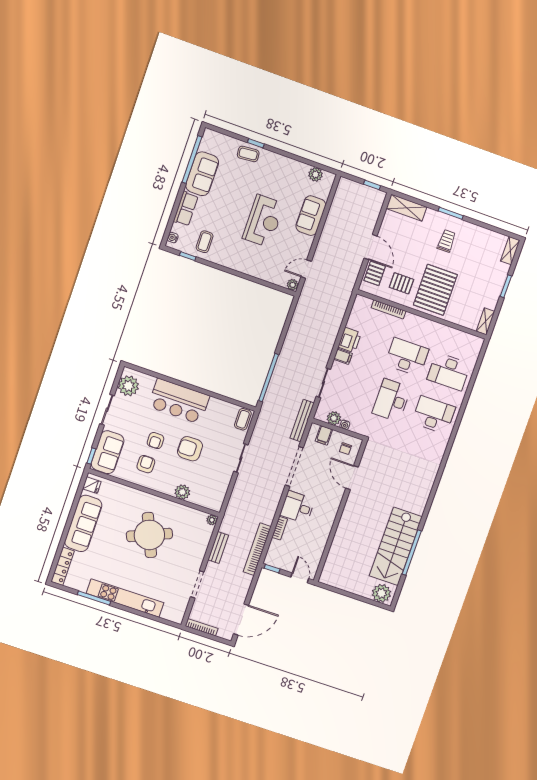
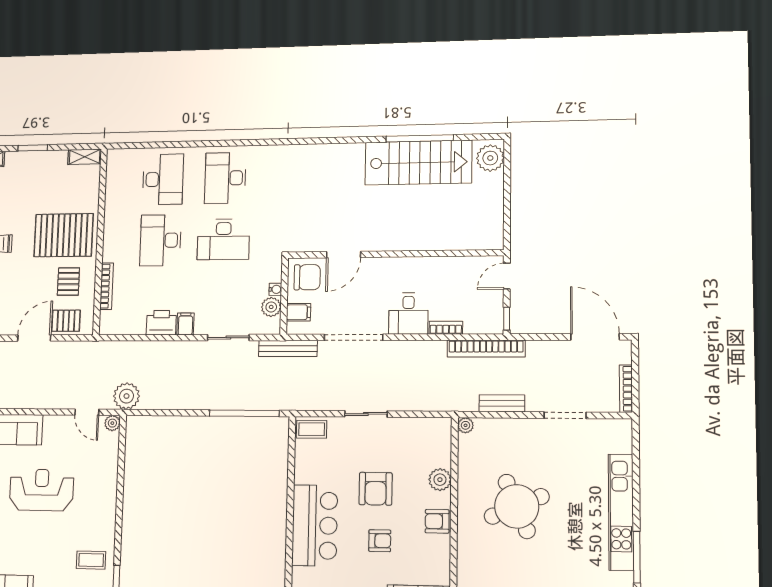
plant: (308, 300) -> (127, 396), added
chair: (345, 449) -> (307, 277), width x1.87, depth x1.87
armchair: (146, 464) -> (437, 521), moved

